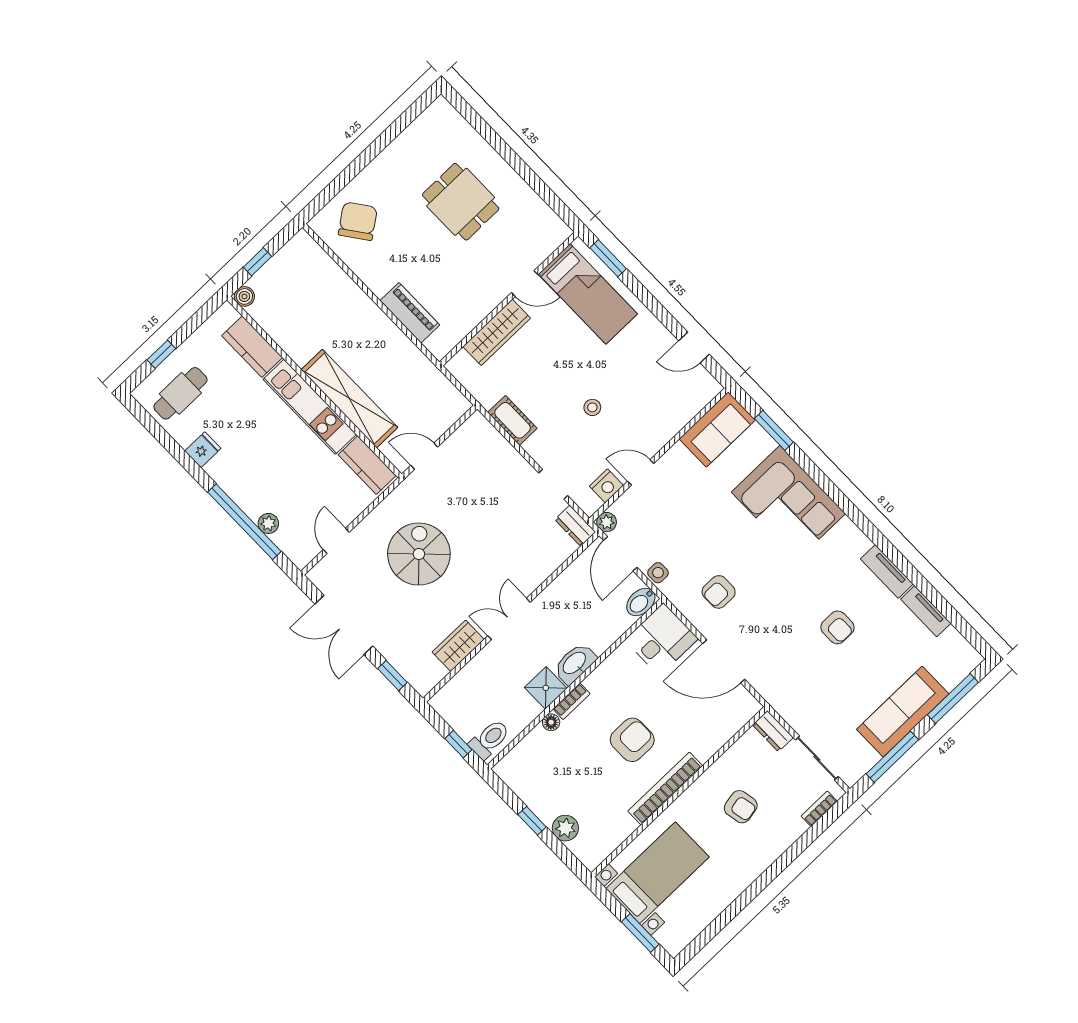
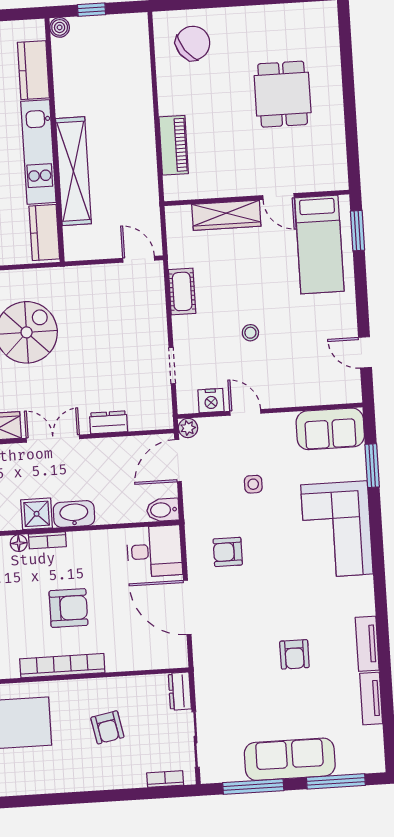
door: (424, 456) -> (139, 259), moved
dresser: (575, 526) -> (108, 422), moved, turned 90
side table: (658, 573) -> (253, 484), moved

